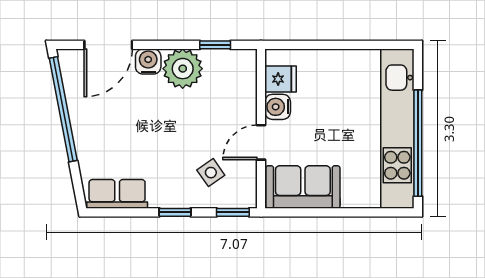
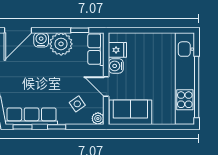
row of seats: (243, 78) -> (96, 49), added
door: (261, 142) -> (106, 87), hinge flipped
row of seats: (117, 194) -> (32, 116), width x1.48
plant: (247, 198) -> (98, 118), added
window: (233, 212) -> (23, 127), moved

